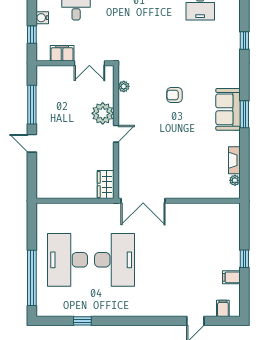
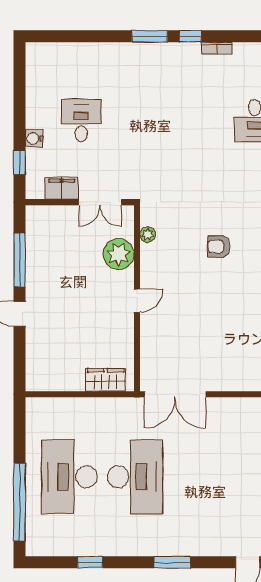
plant: (103, 113) -> (119, 254), moved
wardrobe: (106, 185) -> (106, 380), moved, turned 90
window: (141, 321) -> (172, 562), added

